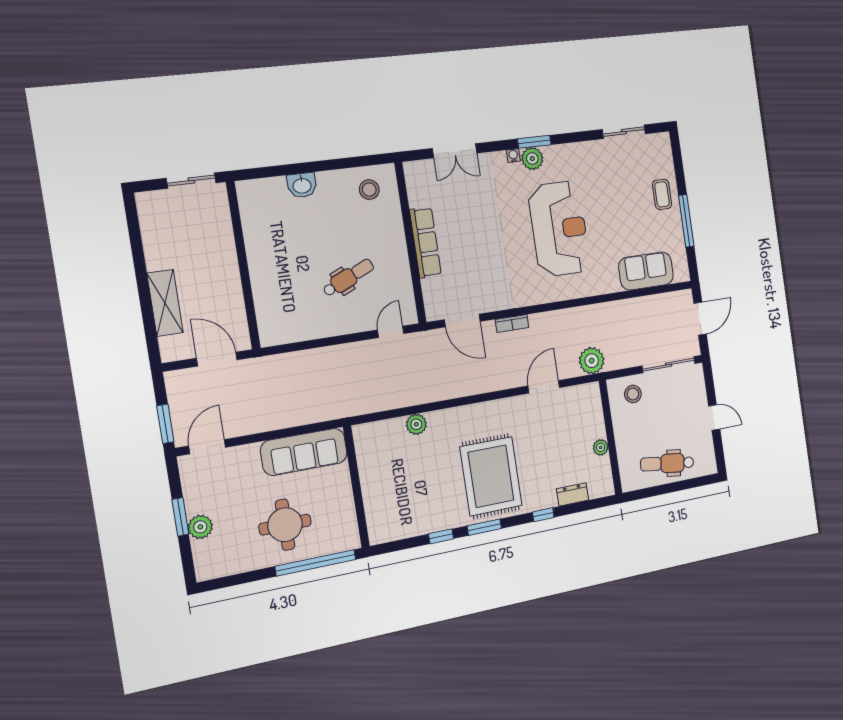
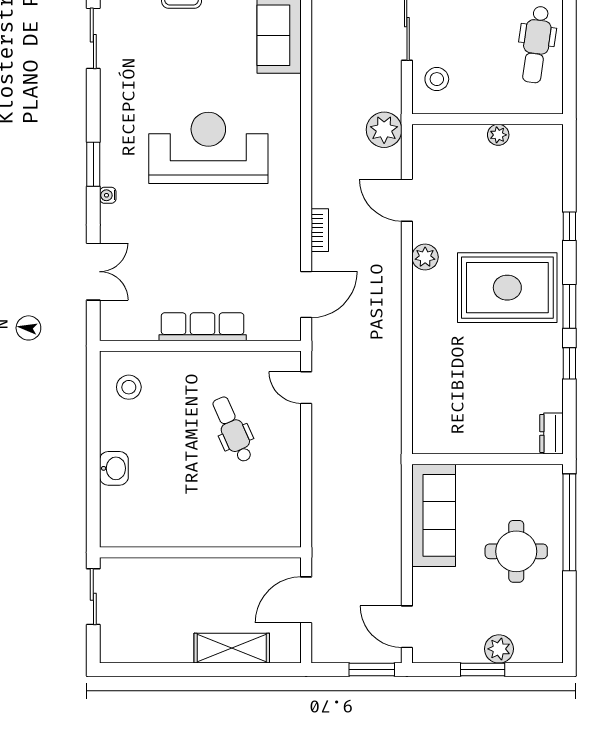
plant: (532, 159) -> (114, 170), removed
plant: (416, 424) -> (425, 257), moved
dresser: (573, 494) -> (551, 433), moved

